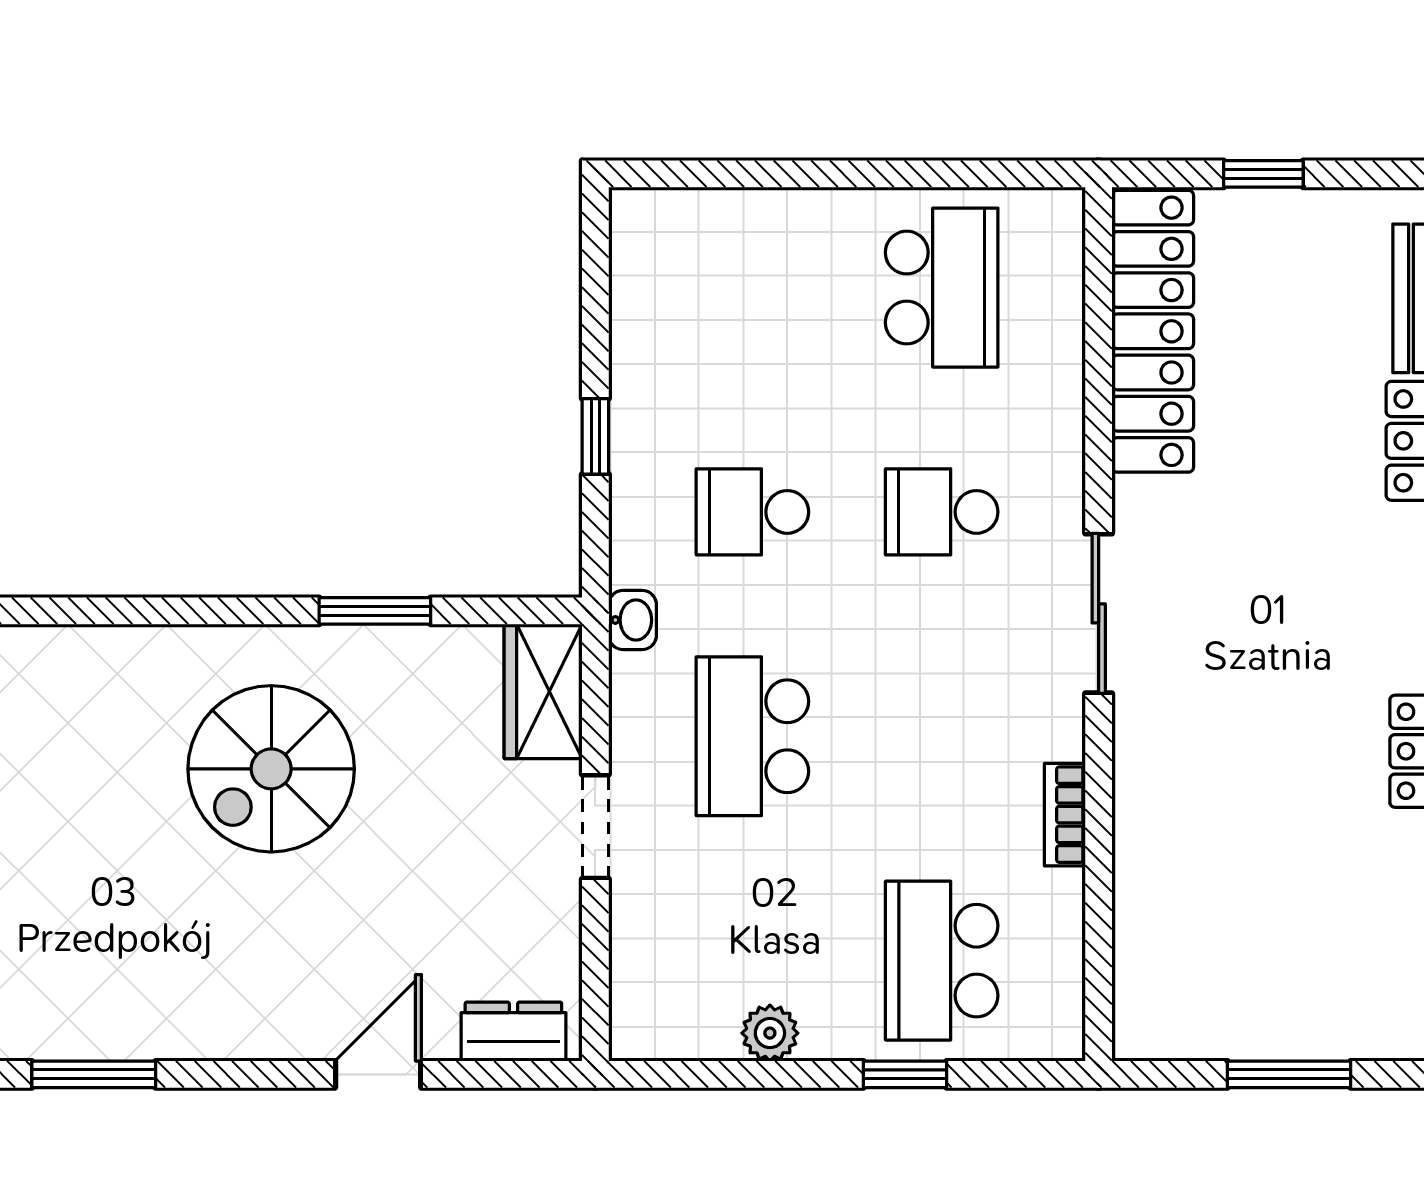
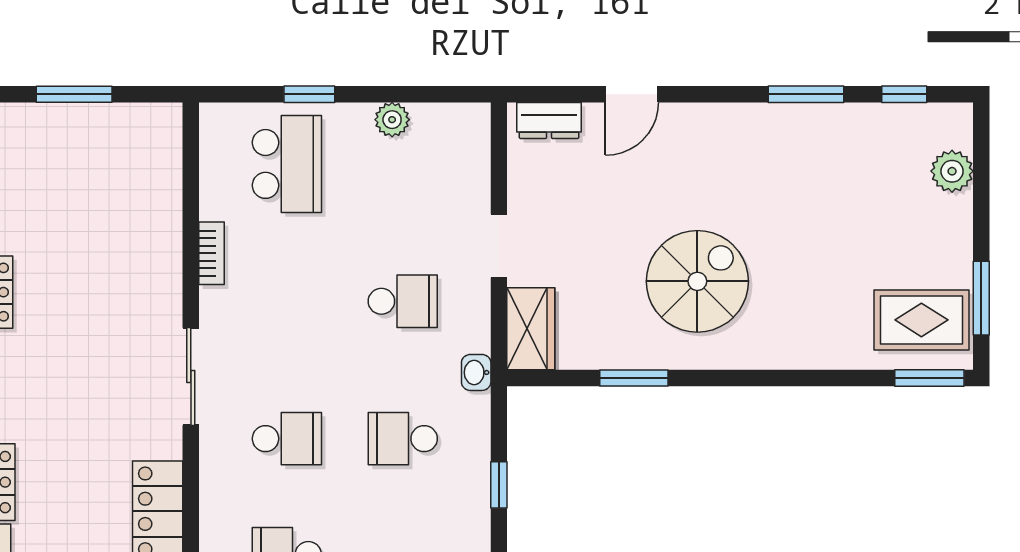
school desk: (752, 512) -> (403, 439), turned 180
school desk: (752, 736) -> (403, 301), width x0.54

